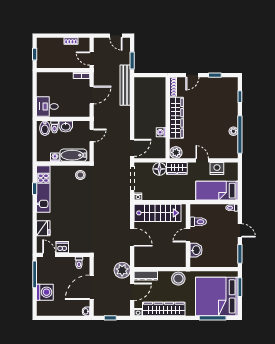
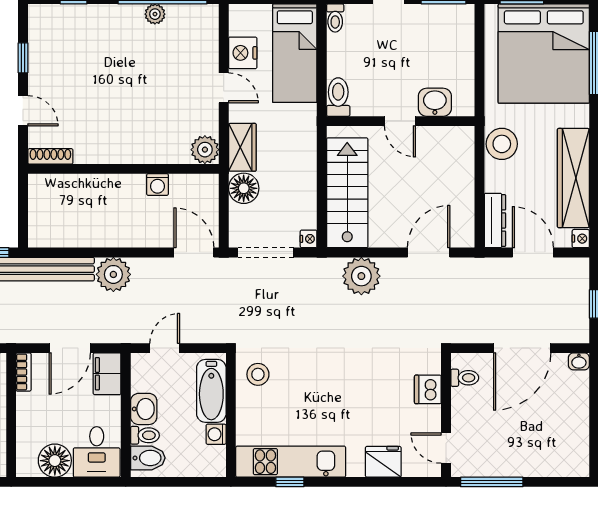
floor lamp: (44, 89) -> (55, 461), added
door: (92, 95) -> (70, 348), swing flipped
filing cabinet: (81, 111) -> (107, 374), added
plant: (123, 114) -> (113, 274), added
wardrobe: (176, 118) -> (123, 148), removed
door: (92, 135) -> (165, 348), hinge flipped
door: (202, 160) -> (224, 88), swing flipped
toilet: (198, 222) -> (338, 97), moved
door: (132, 237) -> (429, 252), moved
dishwasher: (62, 247) -> (428, 389), moved
door: (49, 255) -> (446, 448), hinge flipped
plant: (122, 270) -> (361, 276), moved
door: (92, 287) -> (522, 348), hinge flipped
washing machine: (45, 292) -> (534, 458), removed

